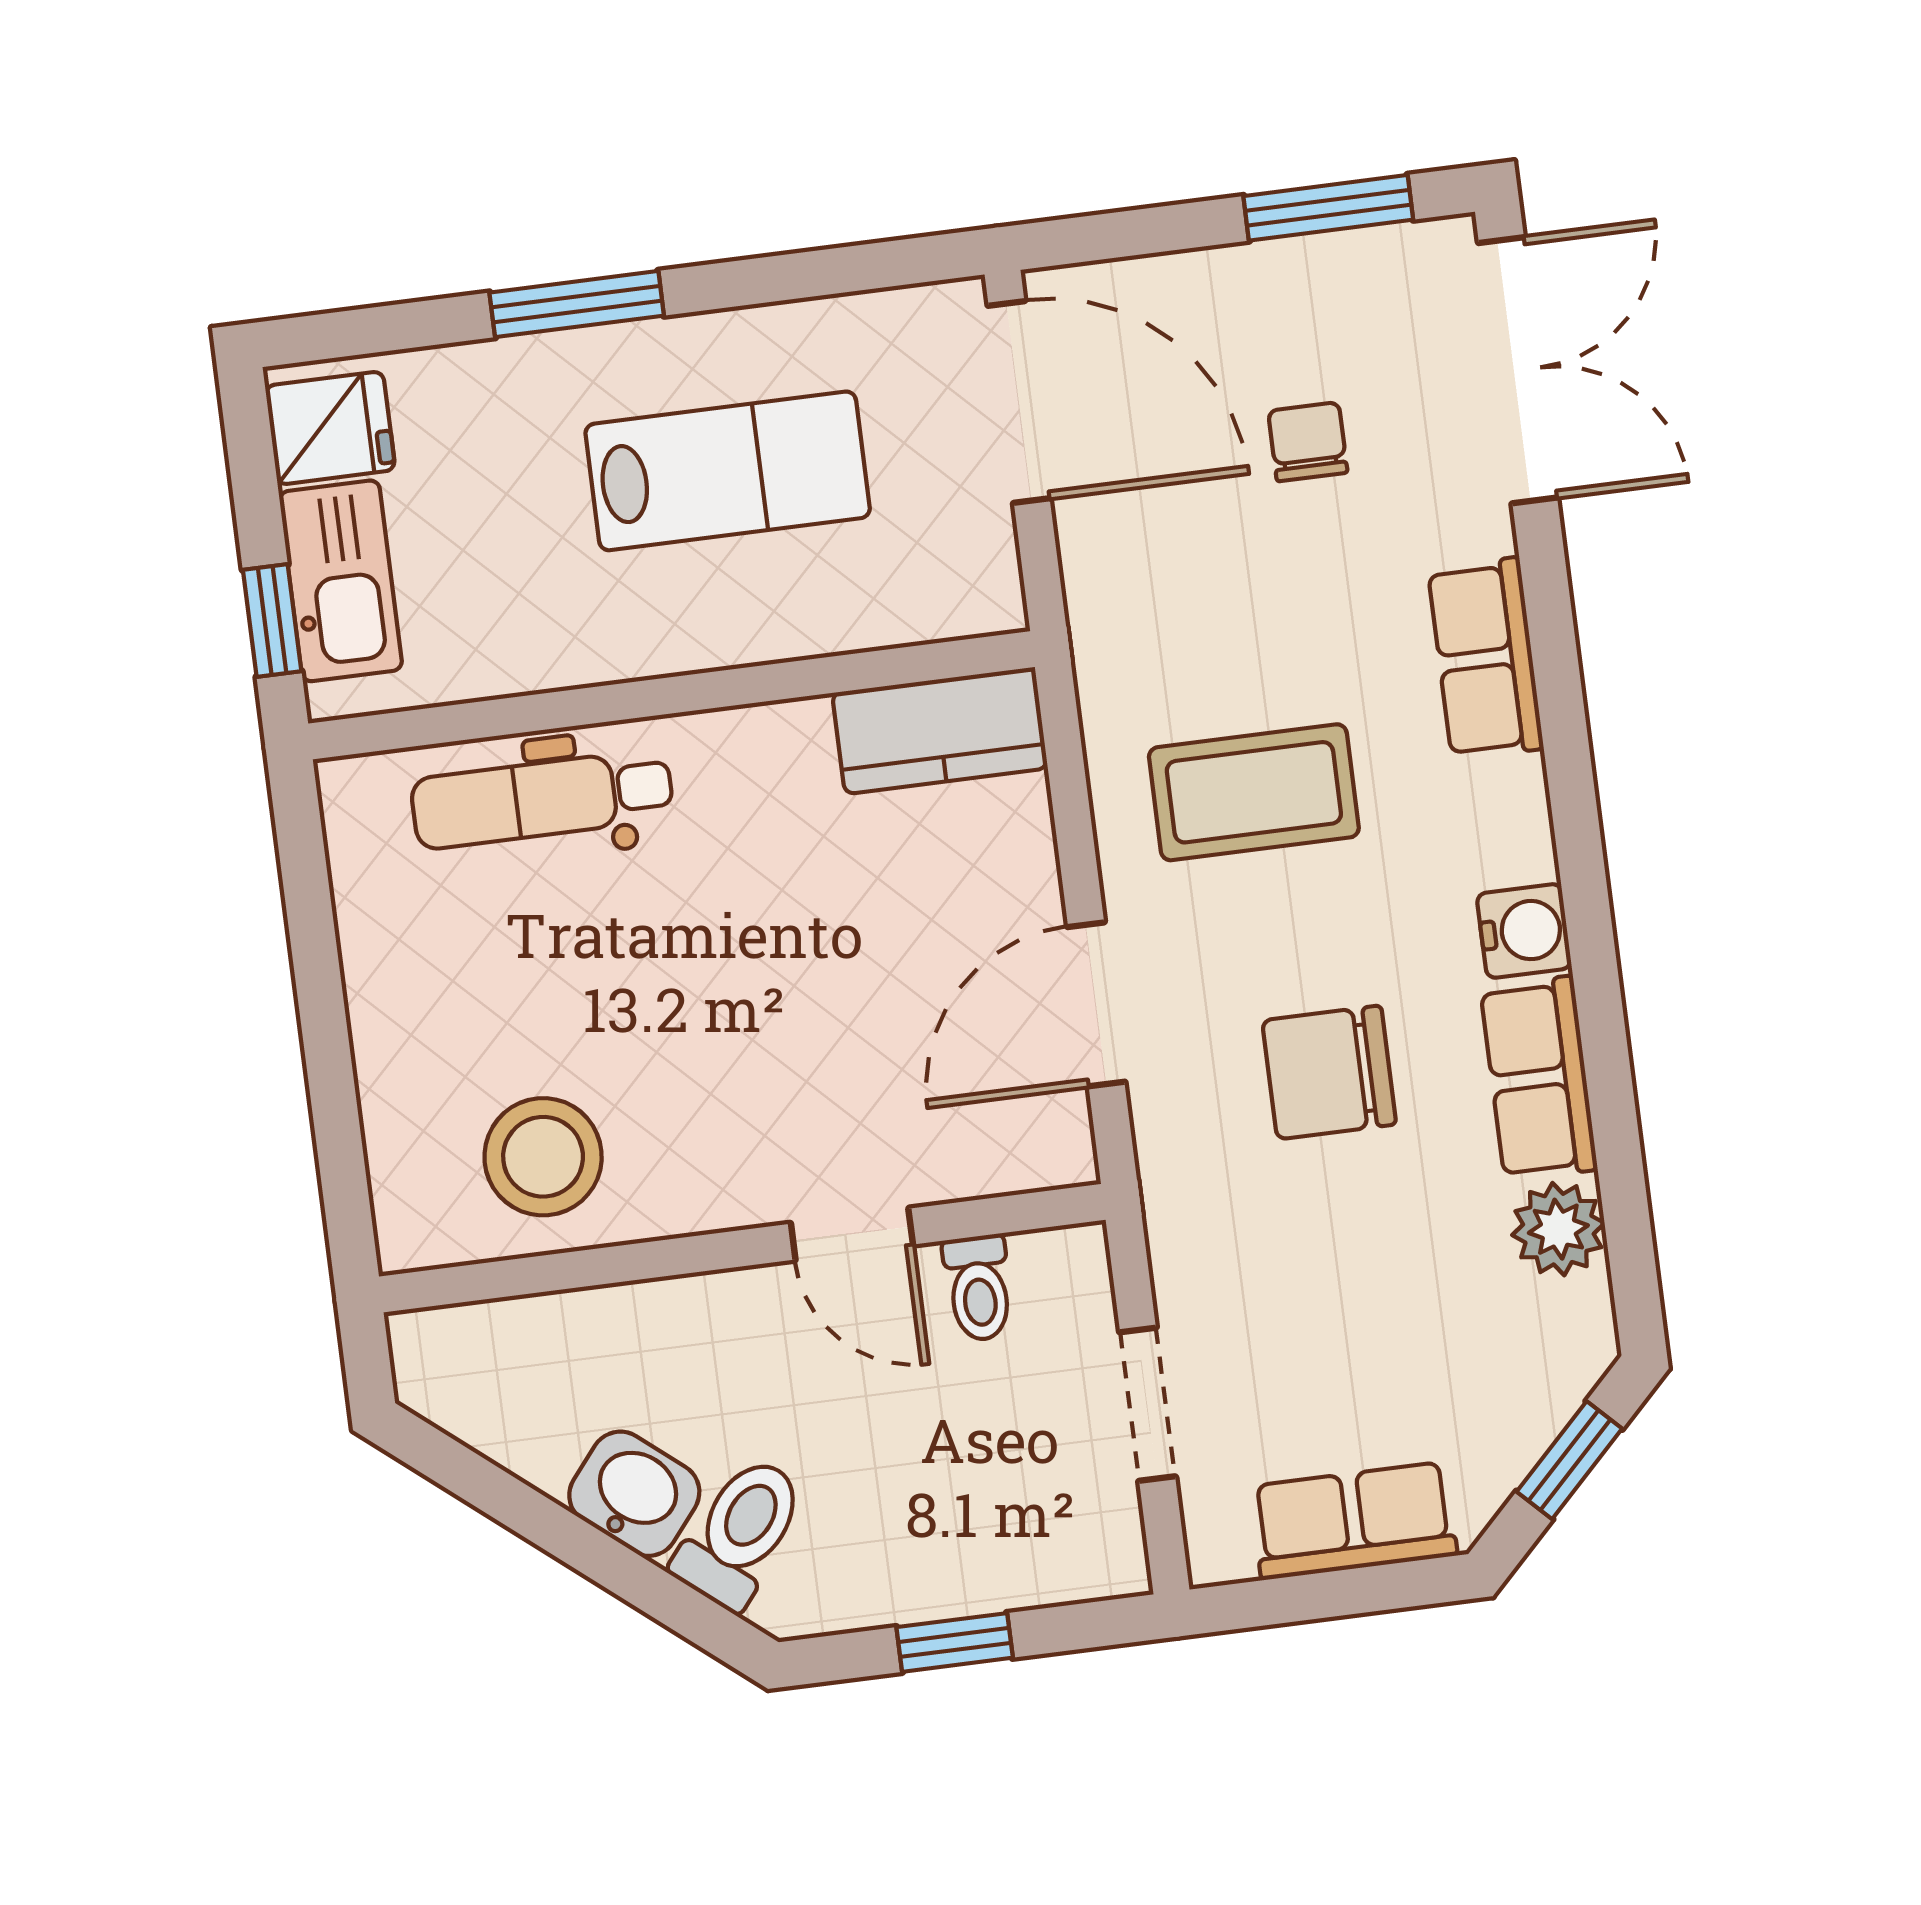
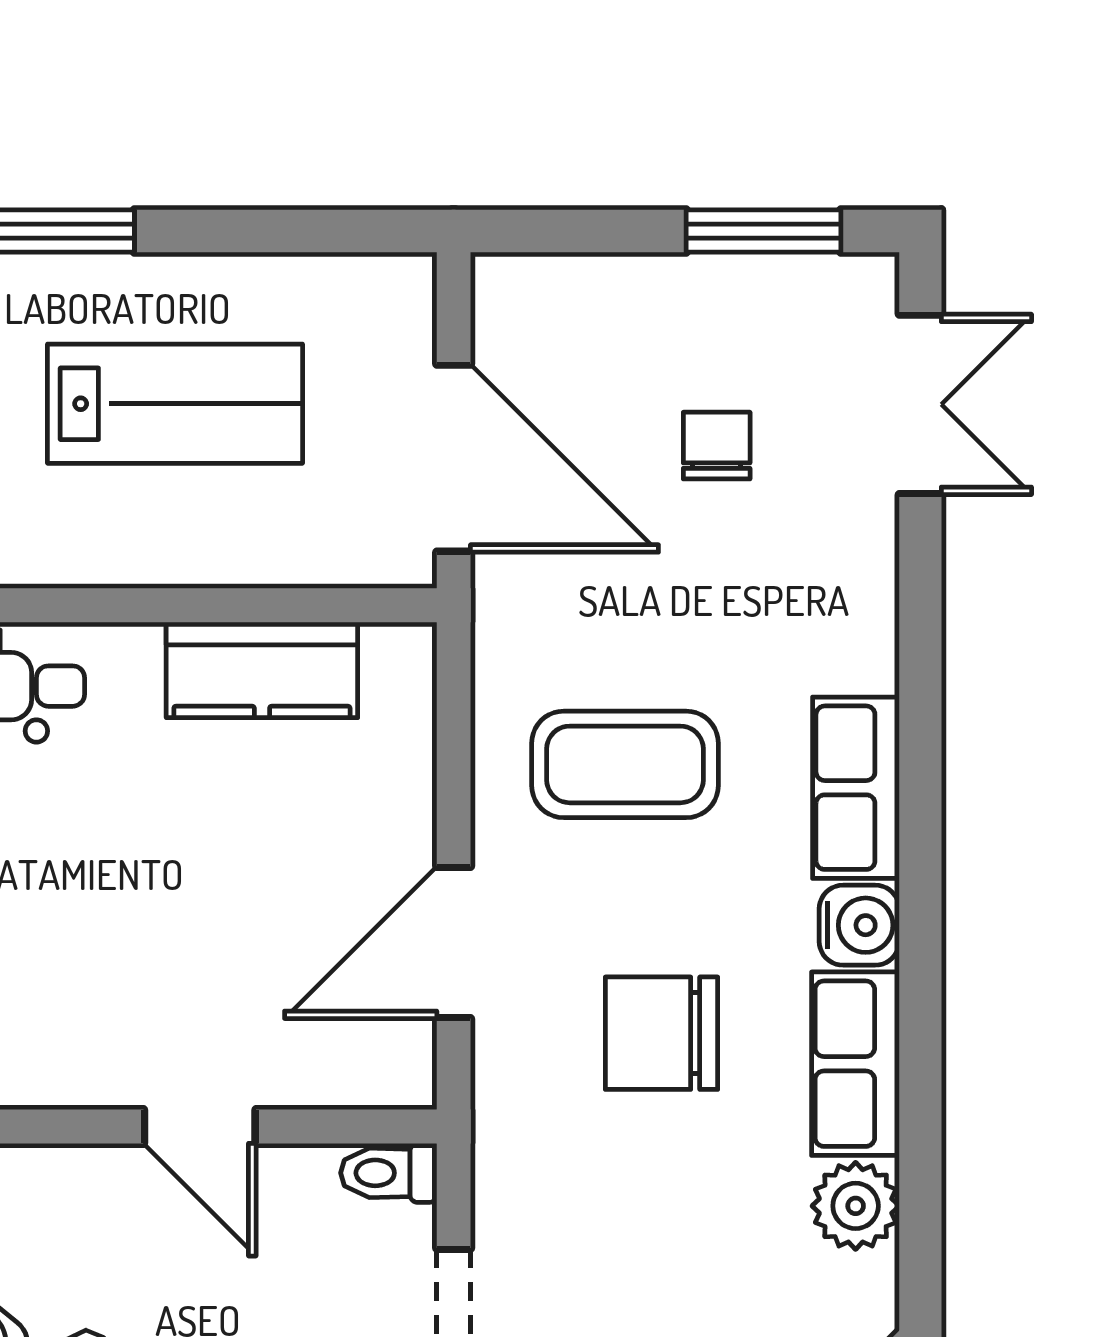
double door: (1518, 370) -> (920, 404), width x0.73
door: (1019, 402) -> (454, 458), moved
row of seats: (1486, 659) -> (856, 788), moved
kitchen counter: (940, 731) -> (262, 670), moved
toilet: (978, 1288) -> (389, 1173), moved, turned 90

